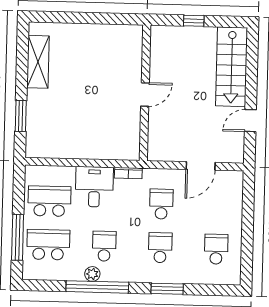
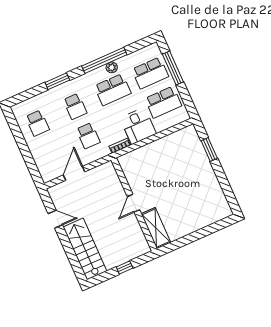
shelving: (38, 62) -> (156, 228), moved
door: (250, 121) -> (55, 219), hinge flipped
school desk: (104, 246) -> (113, 90), width x1.85

